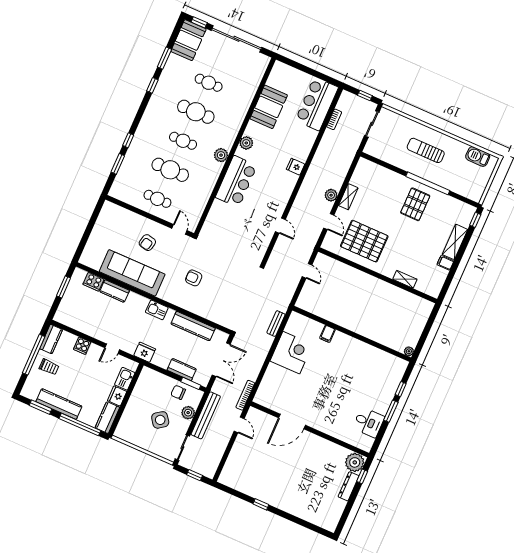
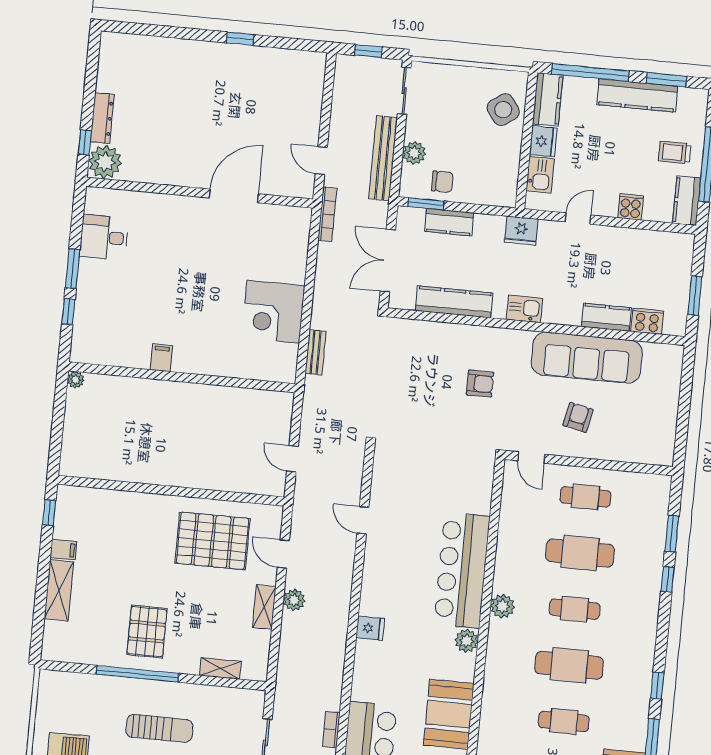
bar counter: (236, 181) -> (462, 570), width x1.36
window: (475, 220) -> (49, 513), moved
shelving: (405, 279) -> (220, 668), moved
filing cabinet: (327, 334) -> (161, 358), moved
side table: (160, 420) -> (503, 110), moved

